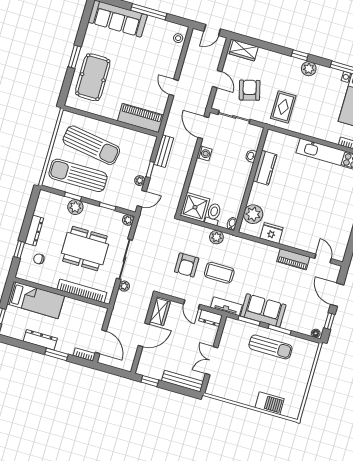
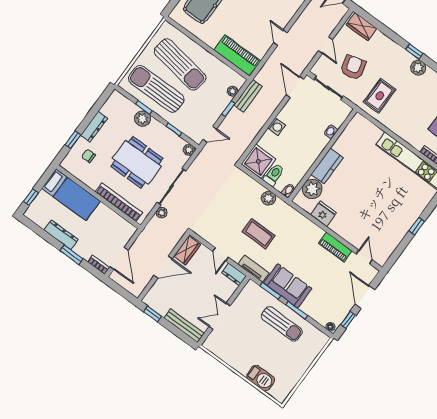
washing machine: (204, 153) -> (276, 127), moved
kitchen counter: (265, 168) -> (327, 166), moved
plant: (140, 181) -> (232, 91), moved
armchair: (187, 265) -> (230, 214), removed

